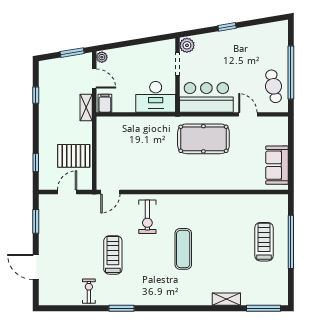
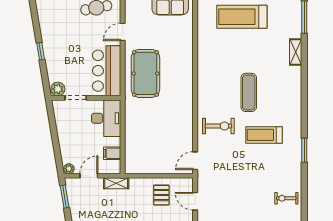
filing cabinet: (105, 103) -> (112, 153), moved
pallet: (74, 156) -> (161, 195), width x0.67, depth x0.71
door: (110, 192) -> (195, 161), swing flipped
treadmill: (264, 242) -> (242, 17), width x1.37, depth x1.38
exercise mat: (183, 249) -> (249, 92), turned 90
treadmill: (113, 255) -> (264, 135), moved
exercise bike: (89, 291) -> (286, 198), moved

